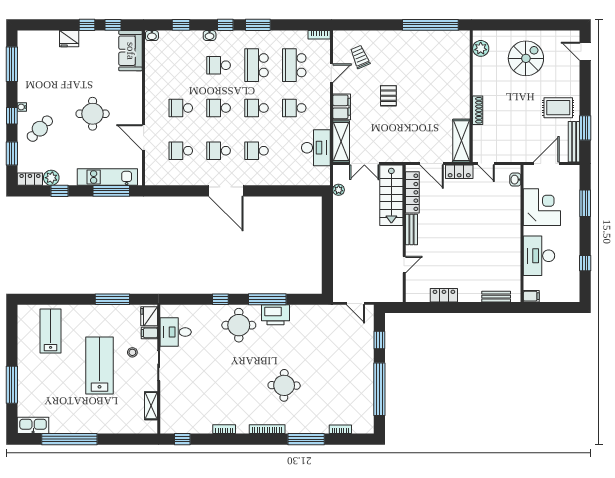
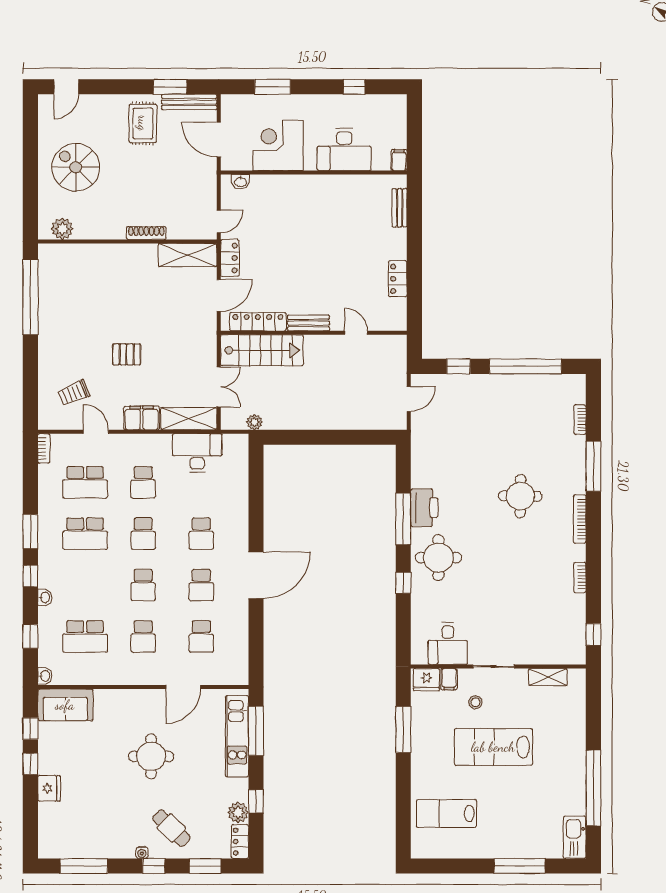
school desk: (219, 65) -> (85, 636), moved, width x1.85

